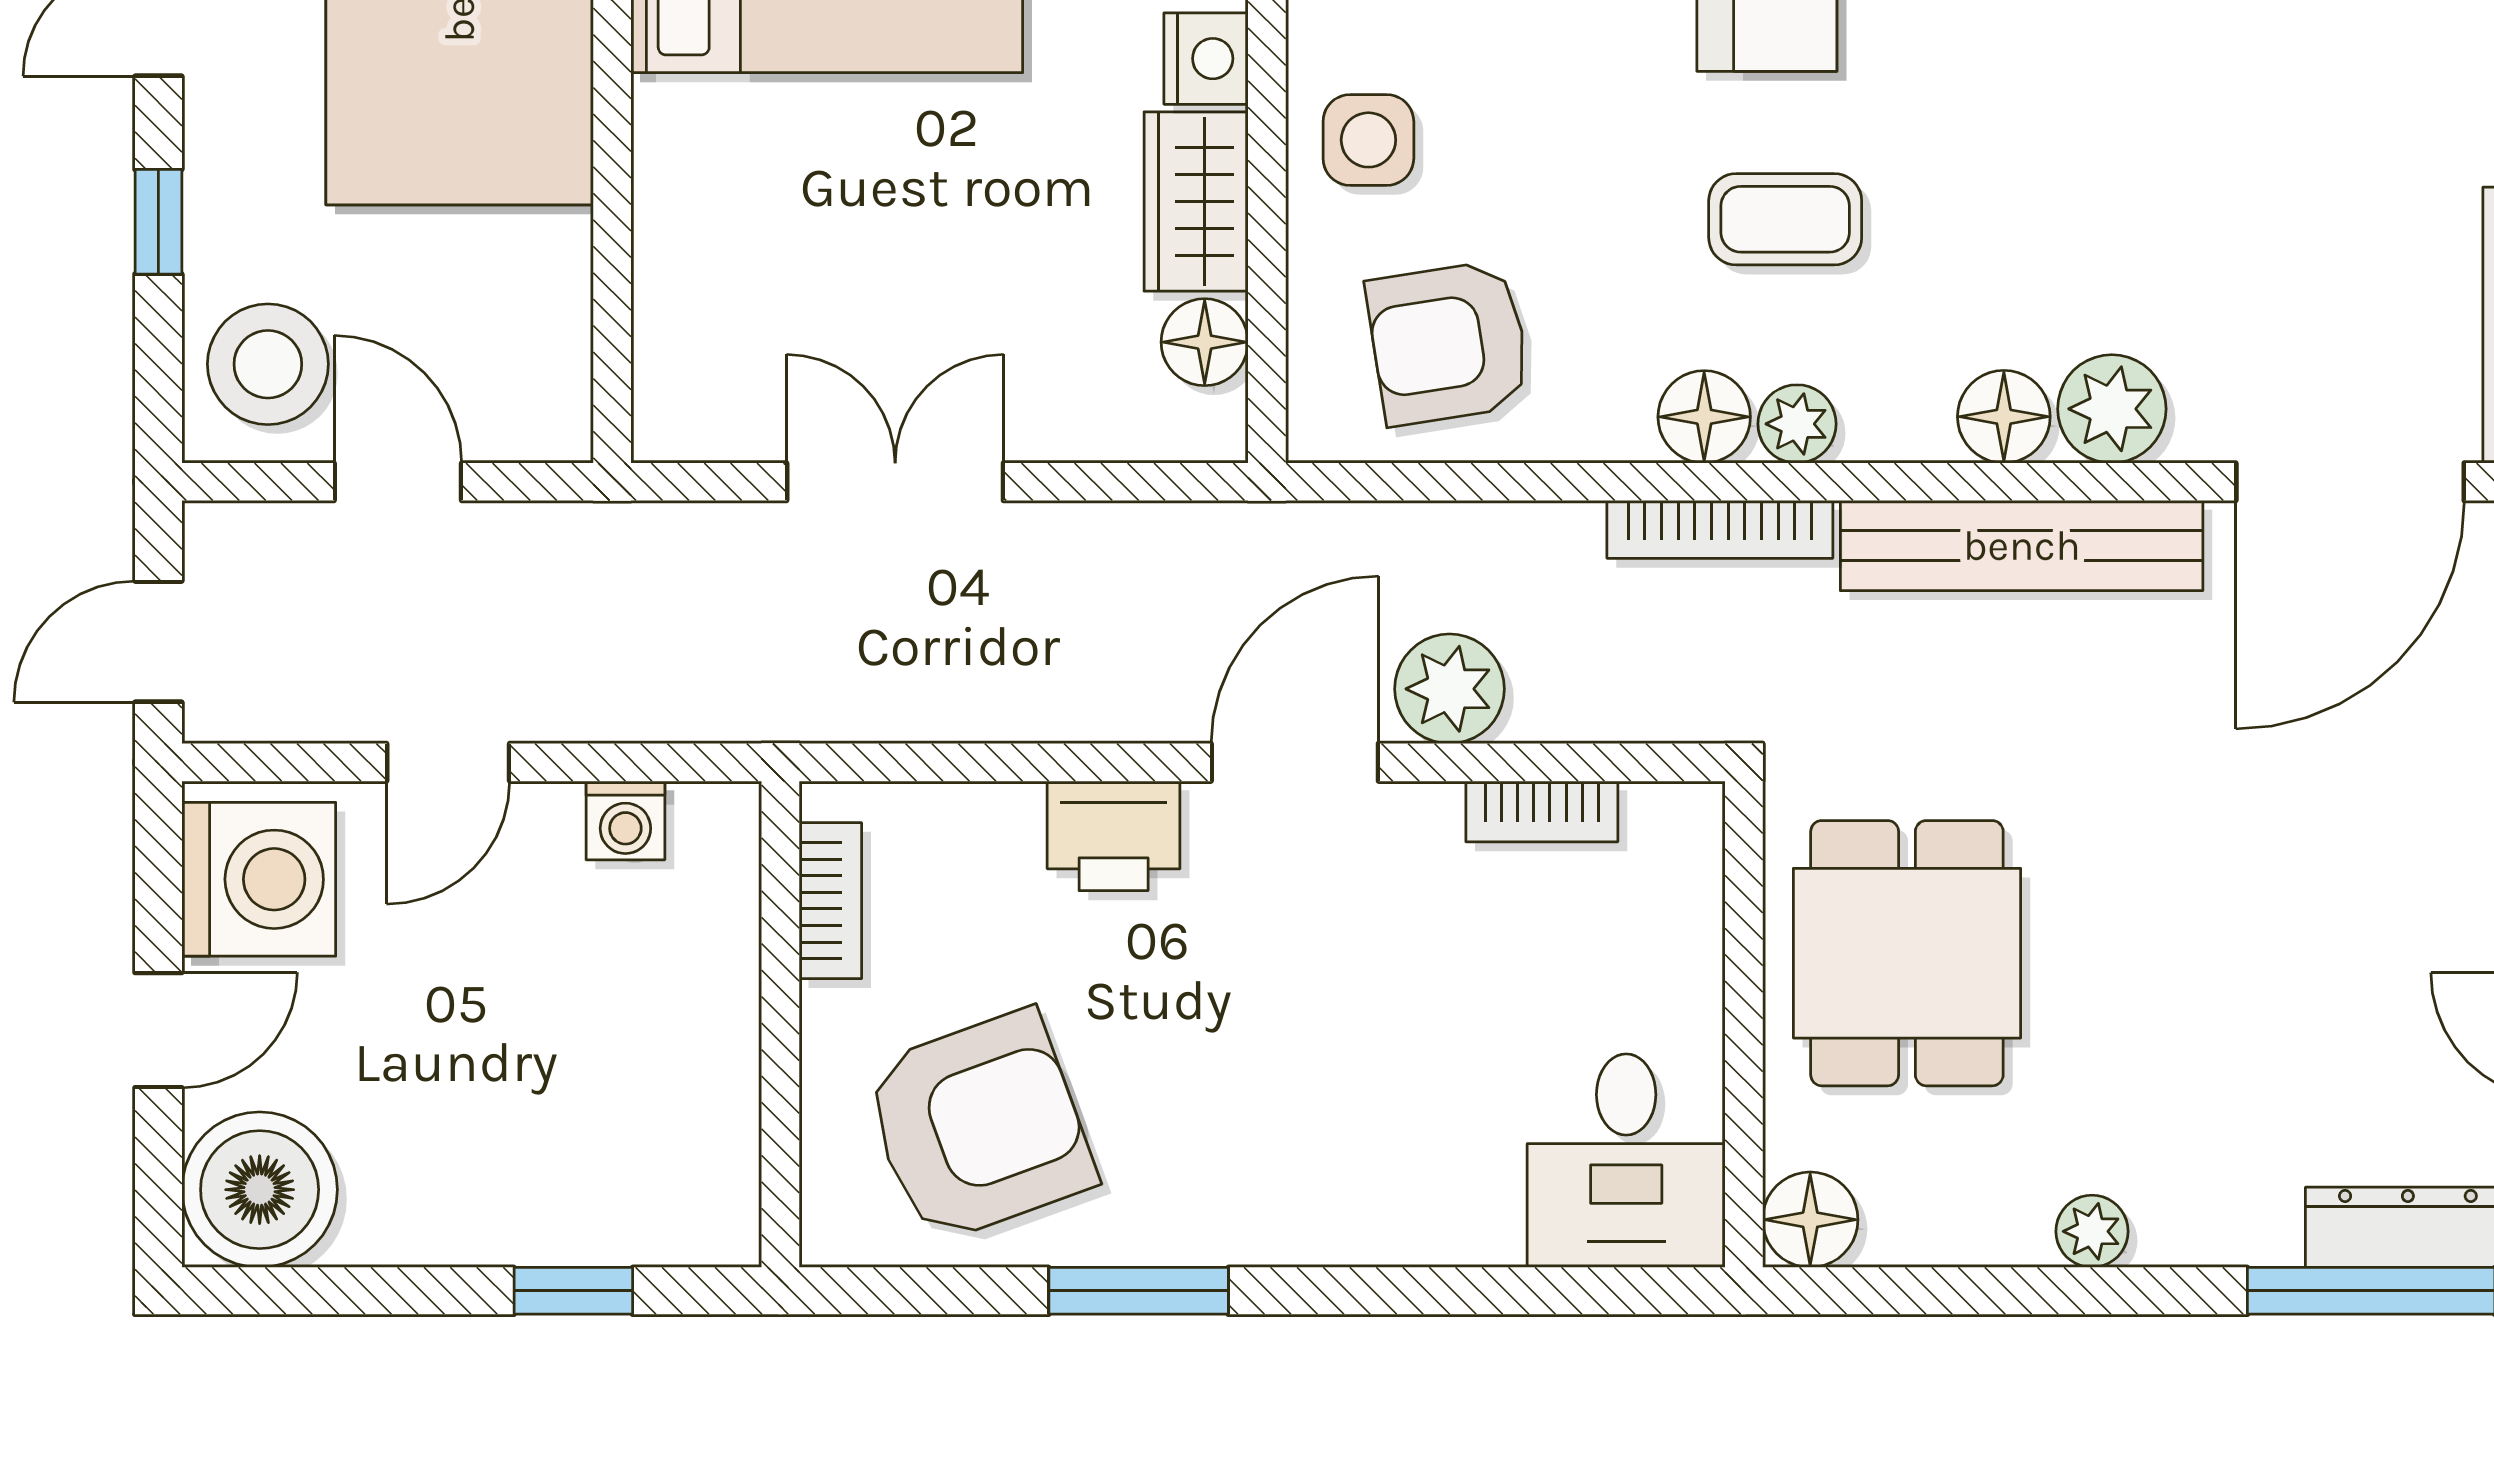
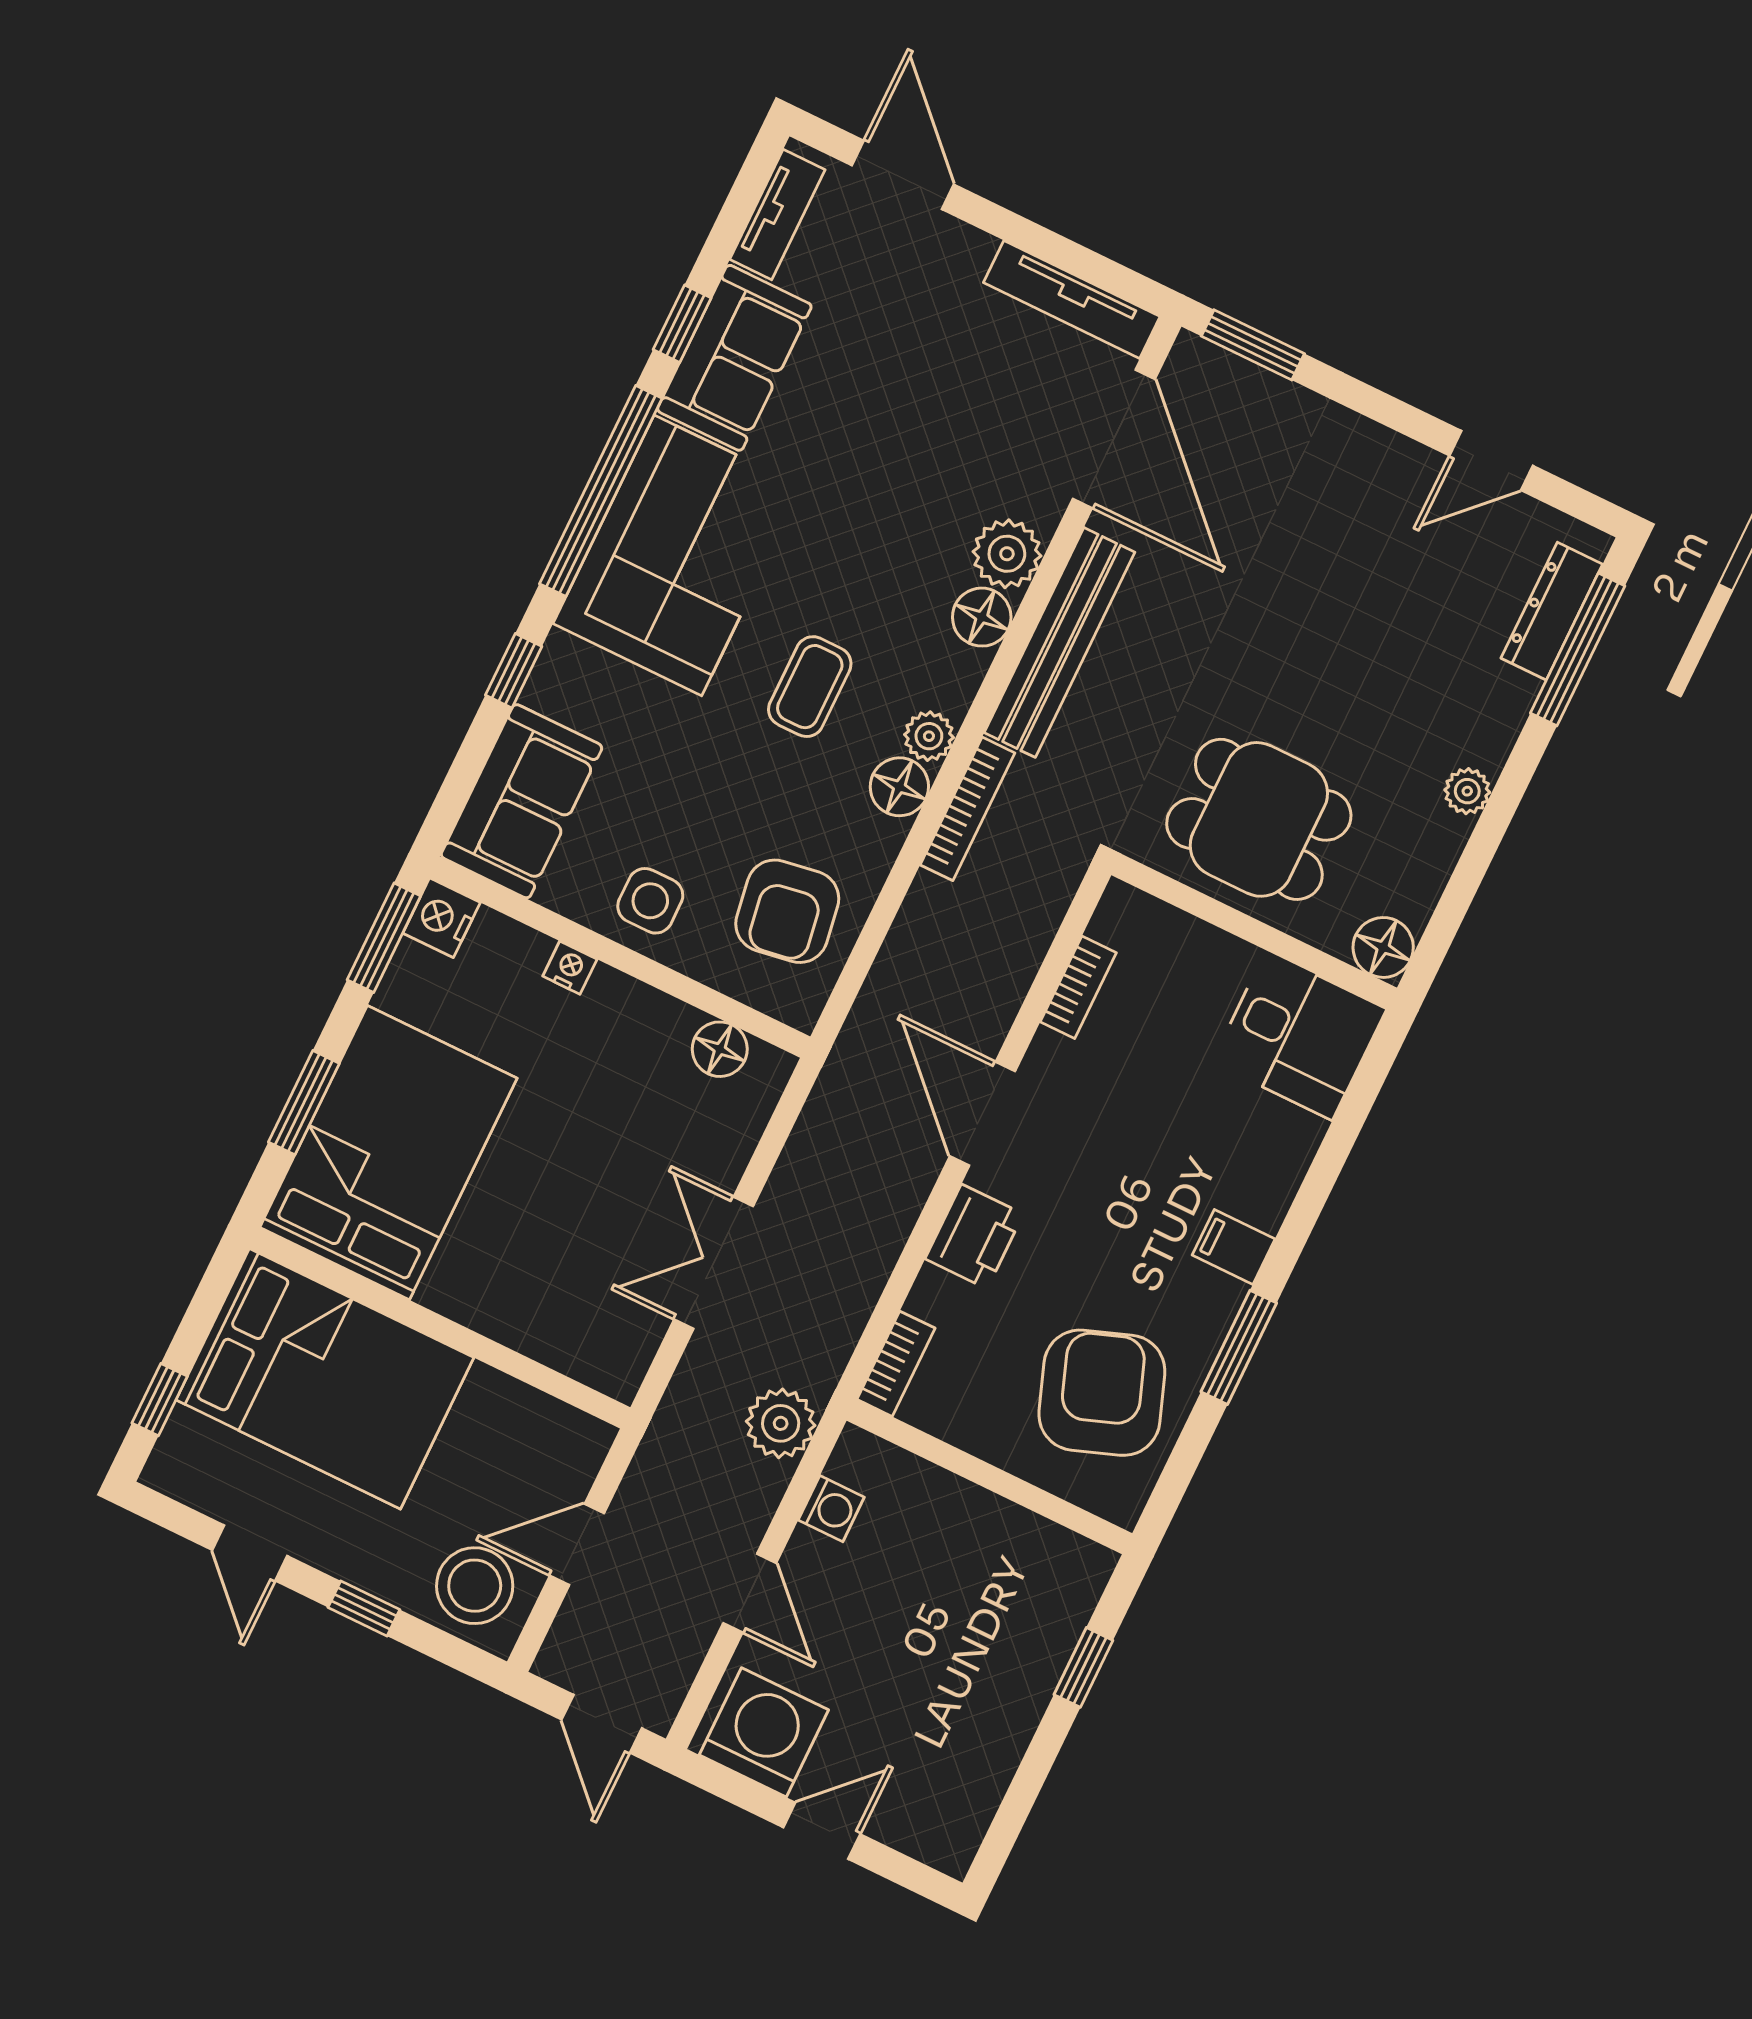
nightstand: (1206, 59) -> (570, 968), width x0.72, depth x0.74
wardrobe: (1196, 202) -> (638, 1015), removed
plant: (1450, 689) -> (781, 1423), moved
bookcase: (830, 901) -> (896, 1364), moved, turned 90
door: (158, 1030) -> (822, 1831), hinge flipped
boiler: (260, 1190) -> (940, 1817), removed
filing cabinet: (1278, 1214) -> (1234, 1247), added

